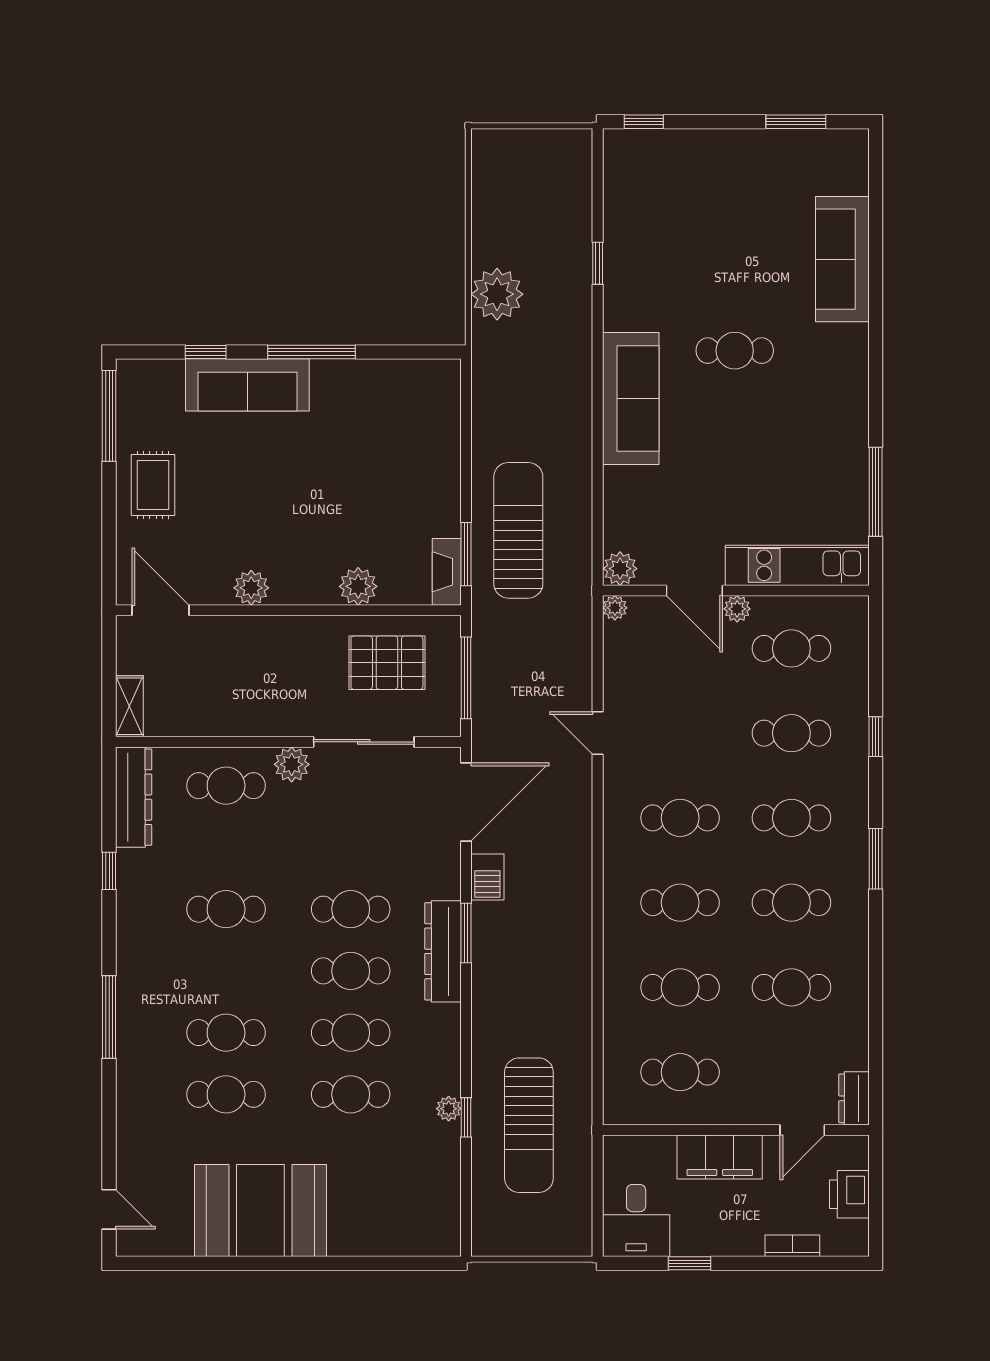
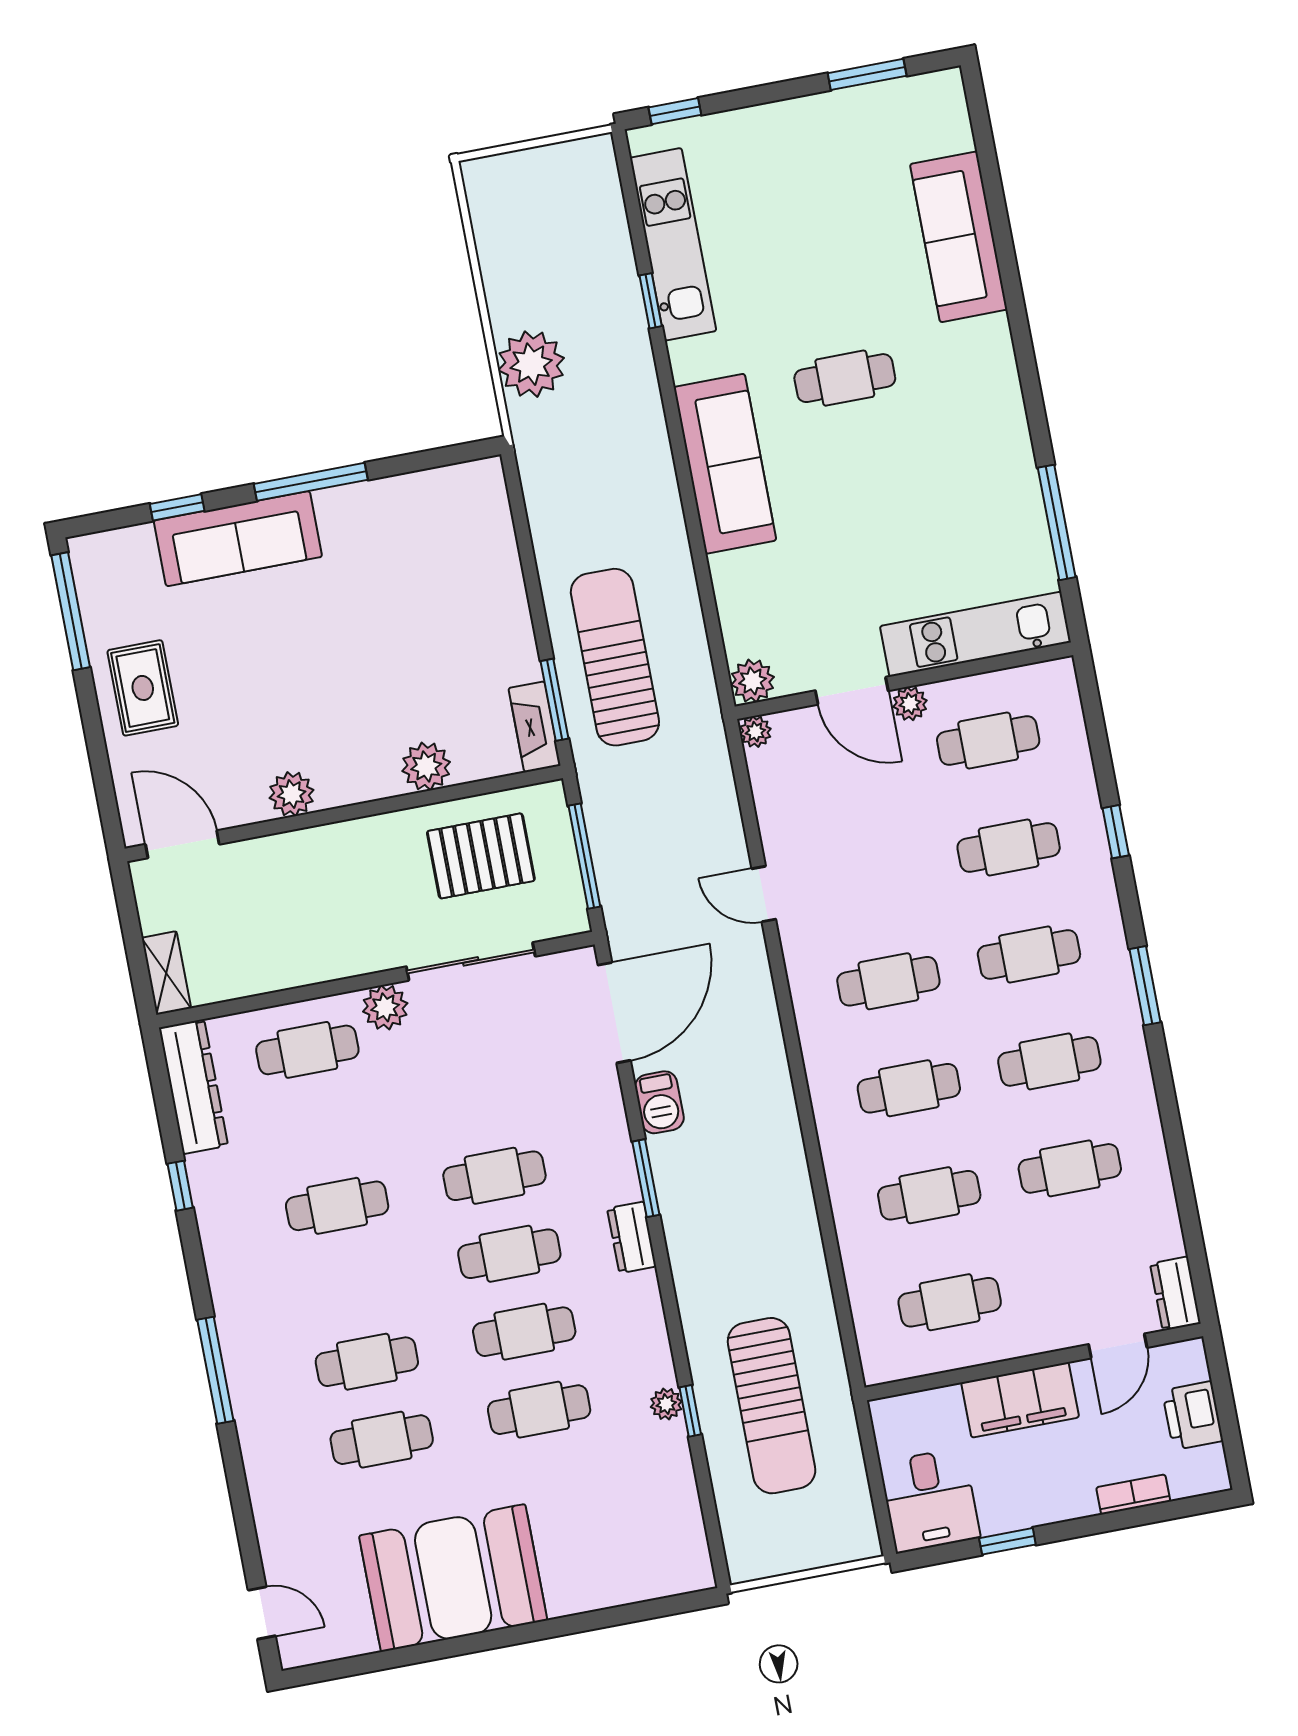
kitchen unit: (623, 223) -> (673, 244), added
dresser: (443, 951) -> (632, 1237), width x0.51, depth x0.80

